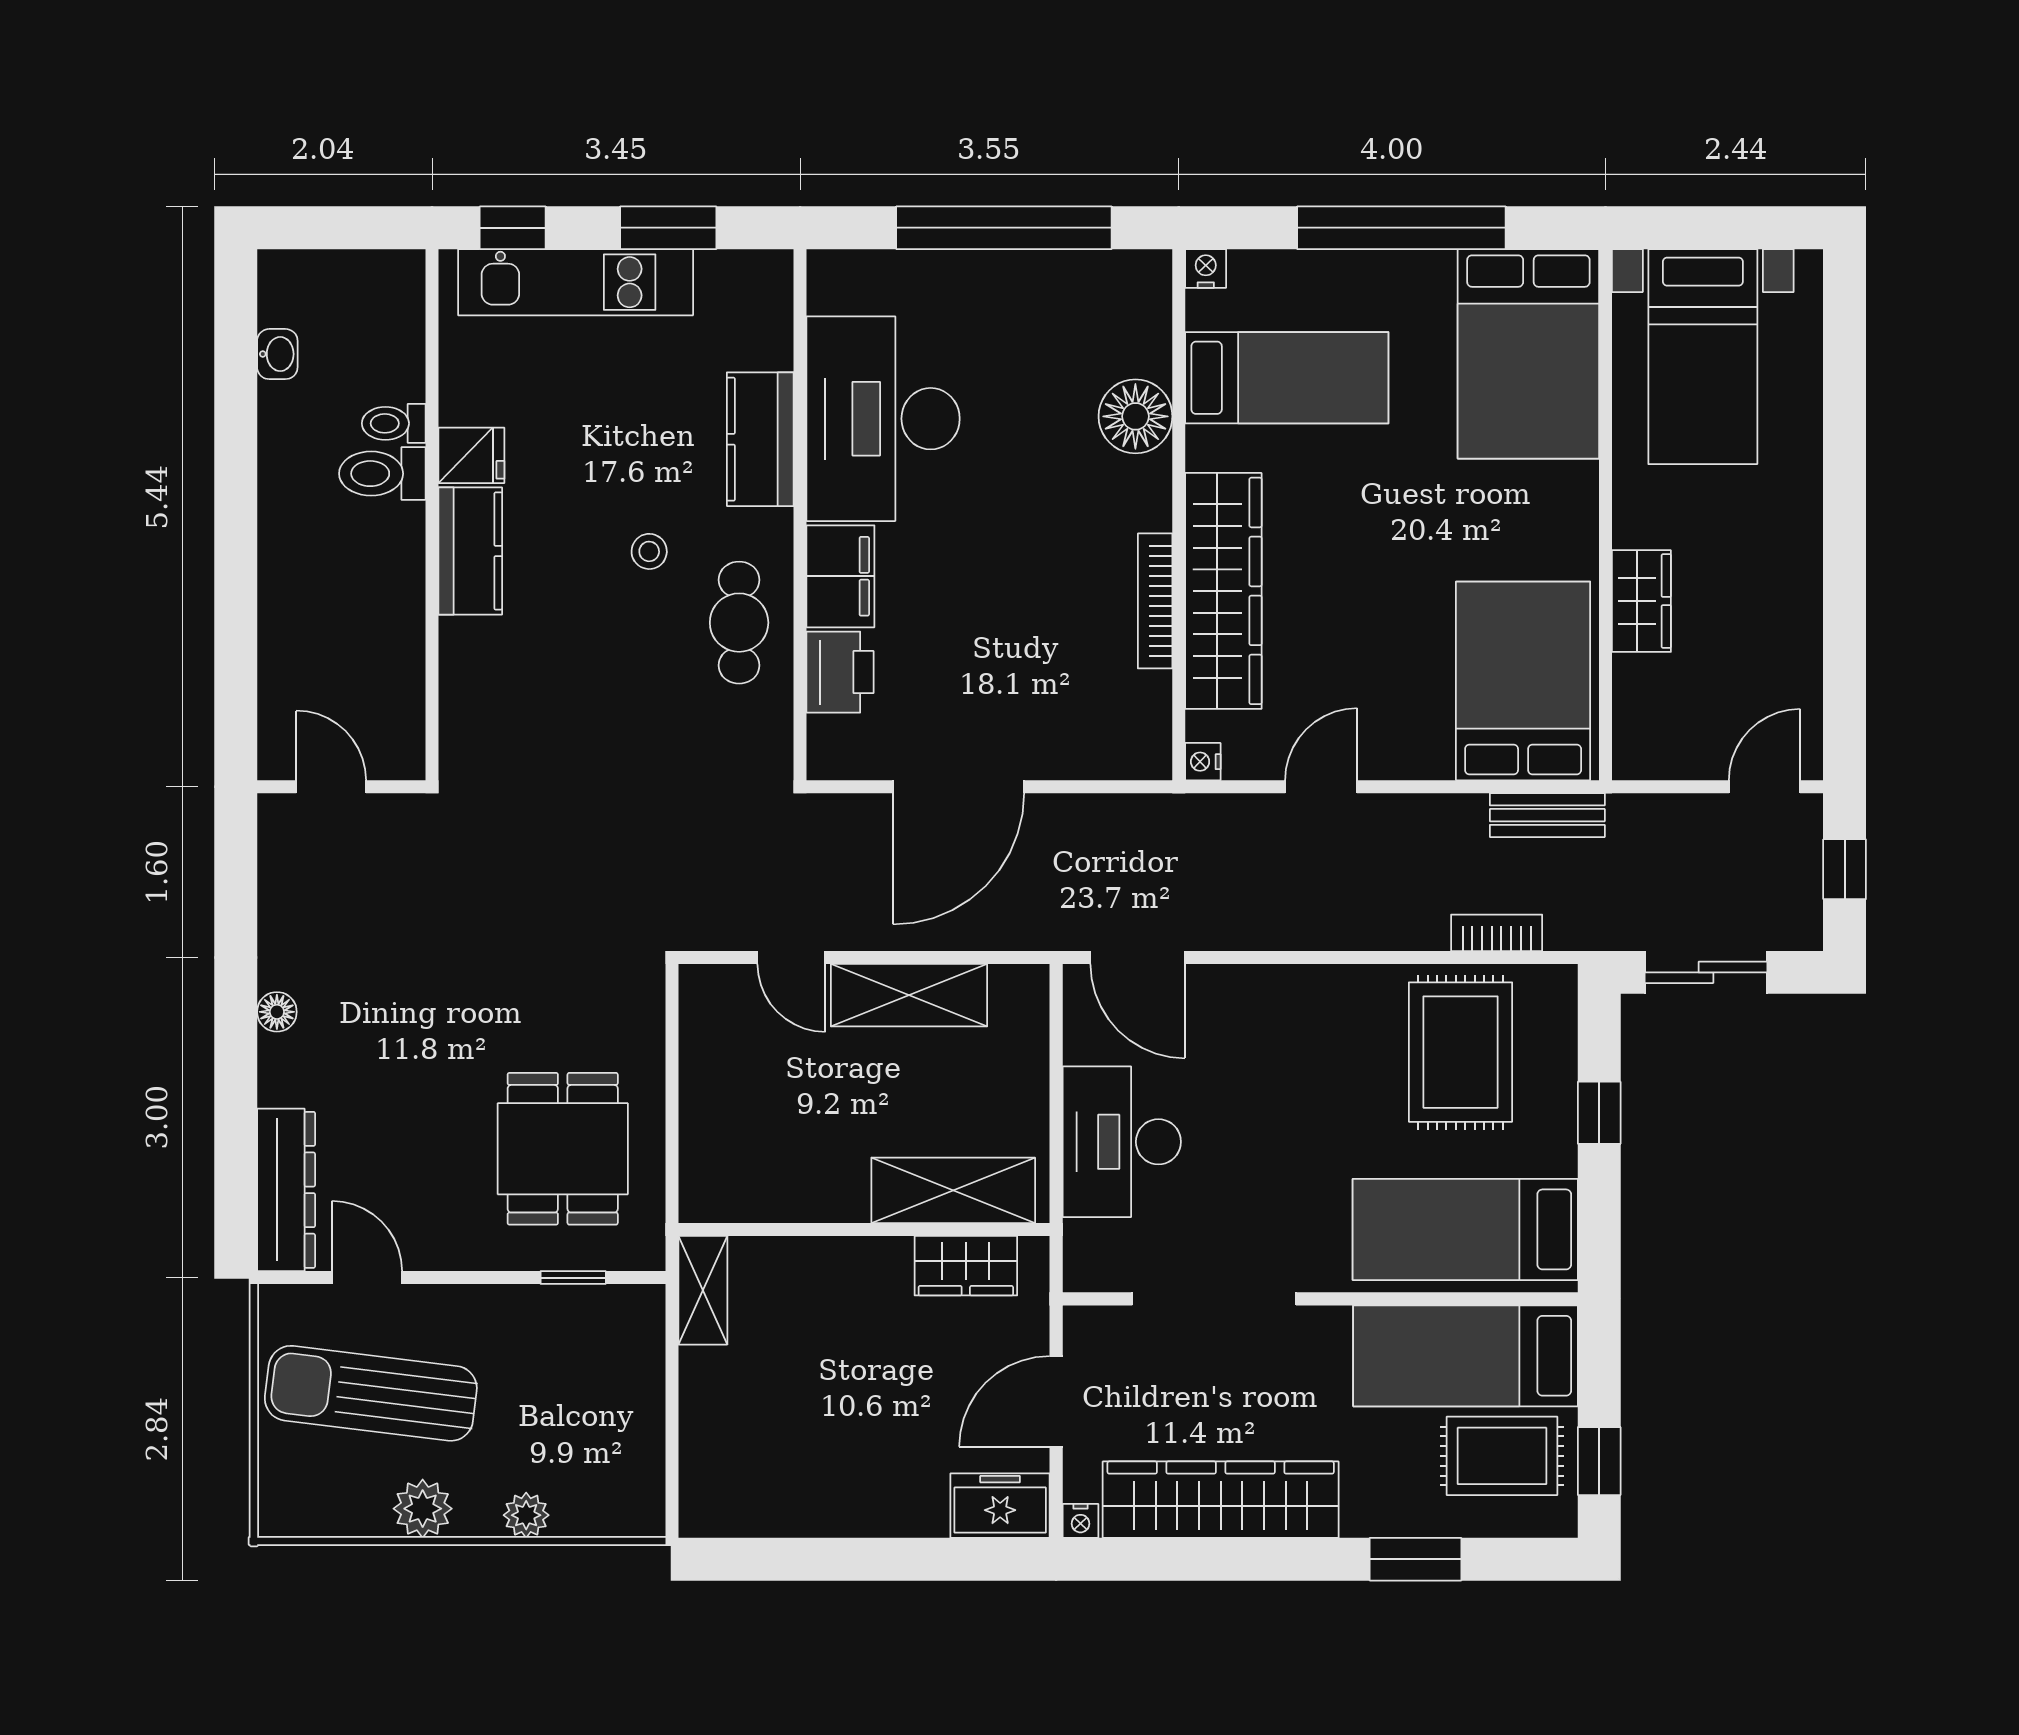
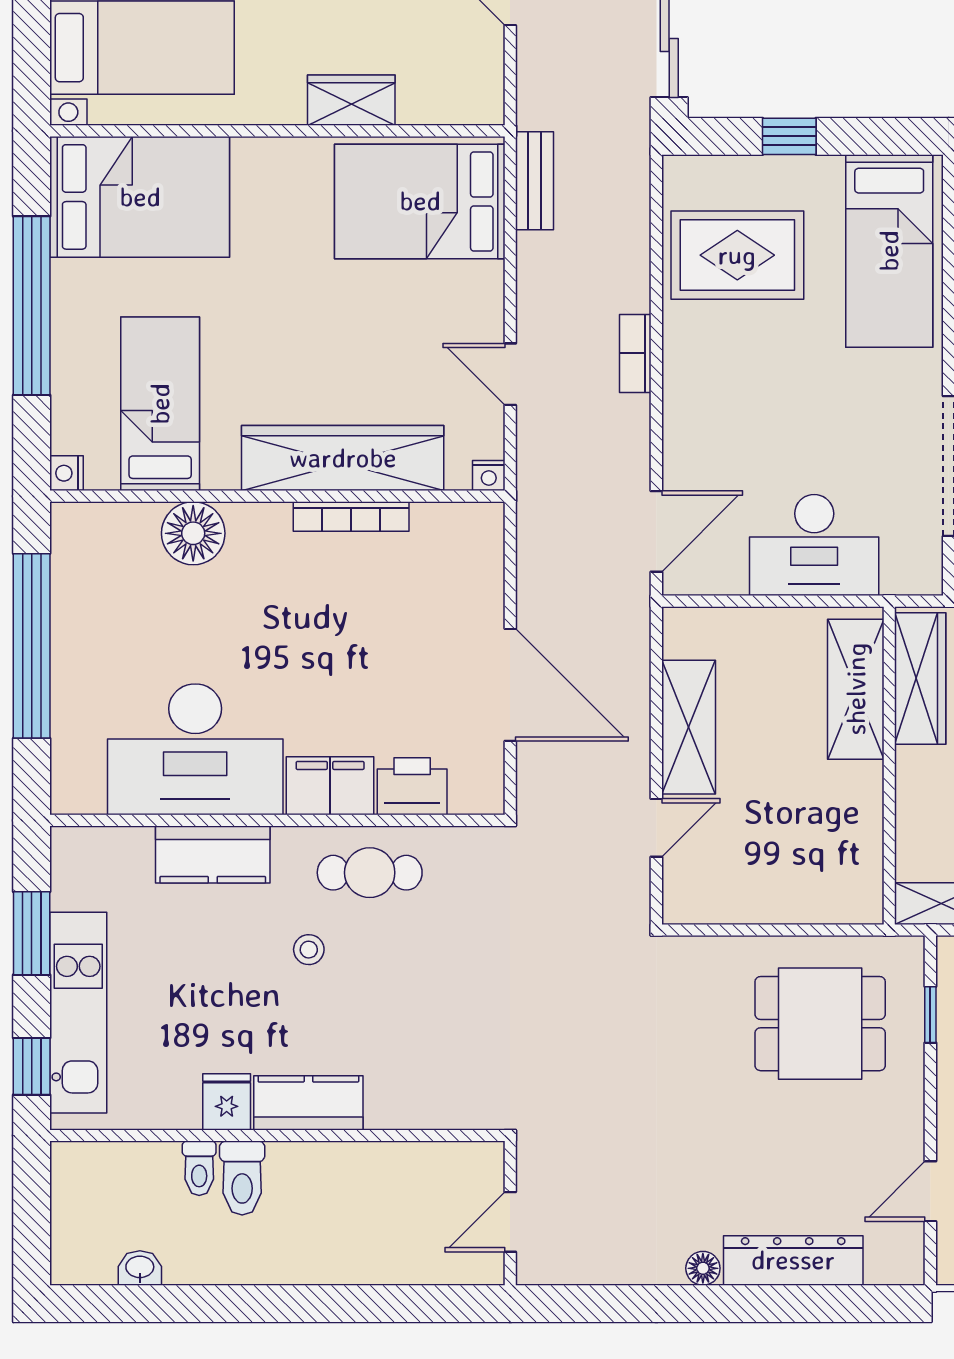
bookcase: (1497, 933) -> (635, 353), moved
dresser: (286, 1190) -> (793, 1260), moved
wardrobe: (966, 1266) -> (920, 678), width x1.50

